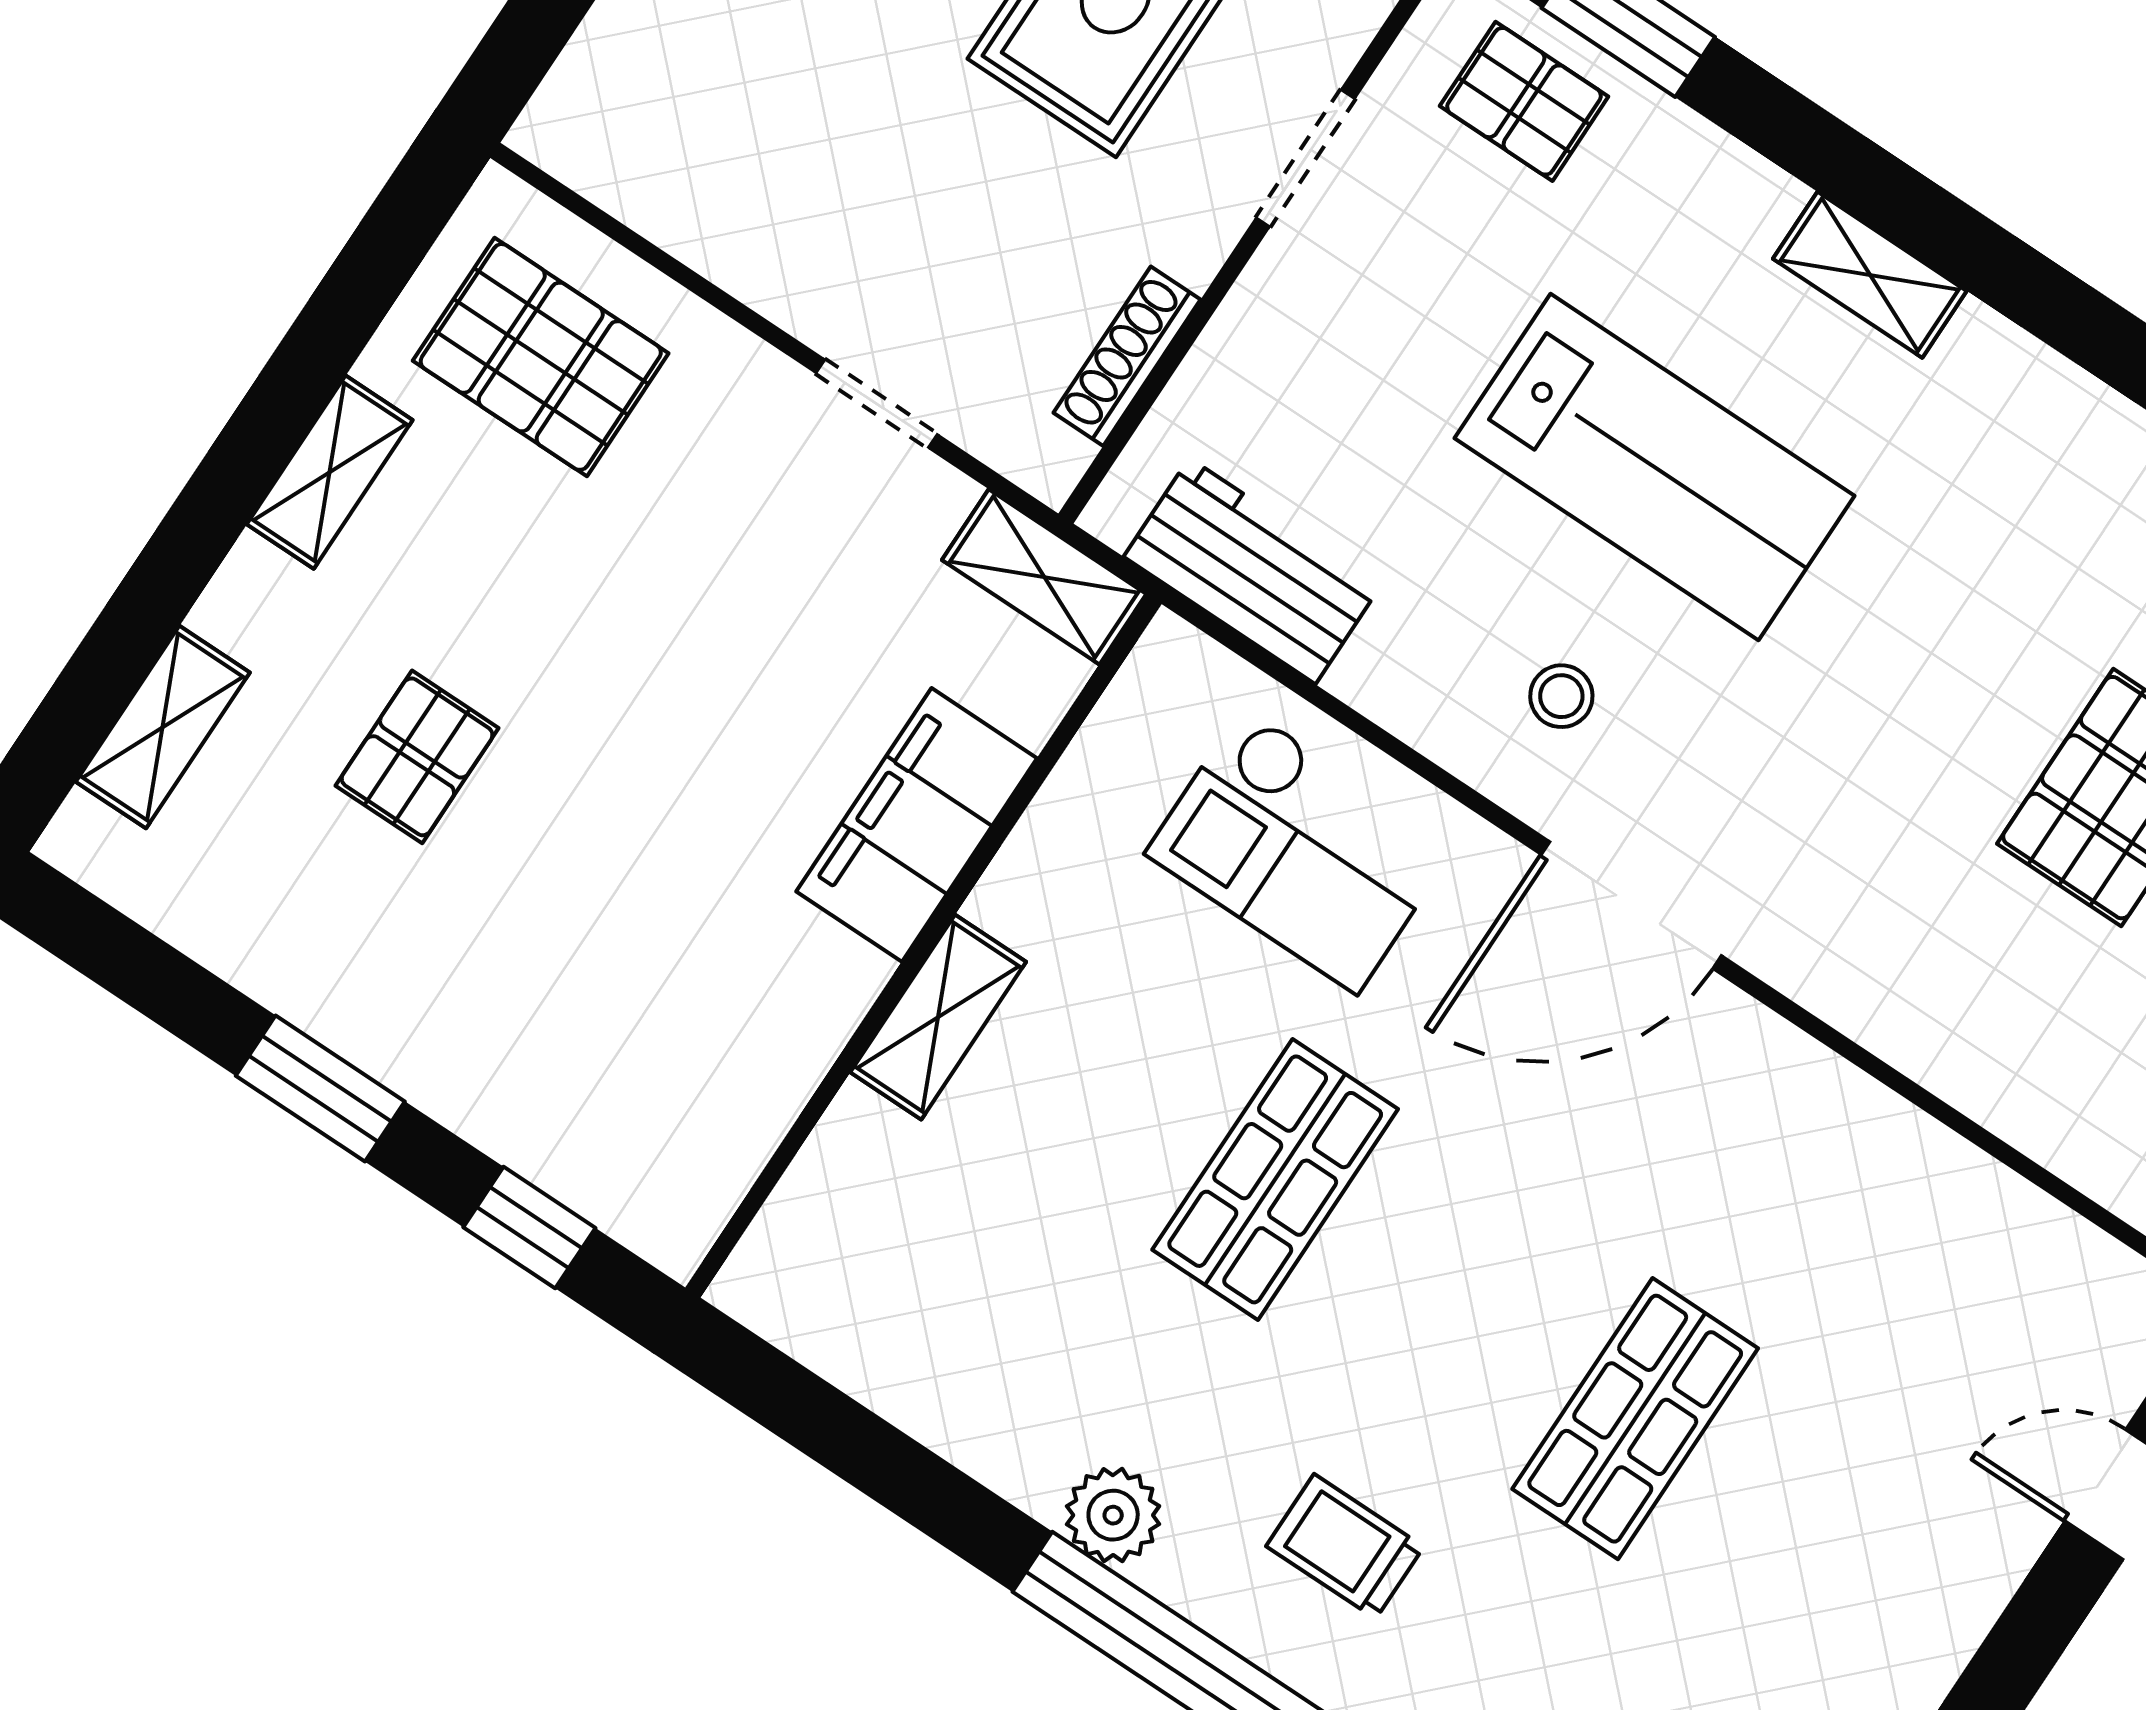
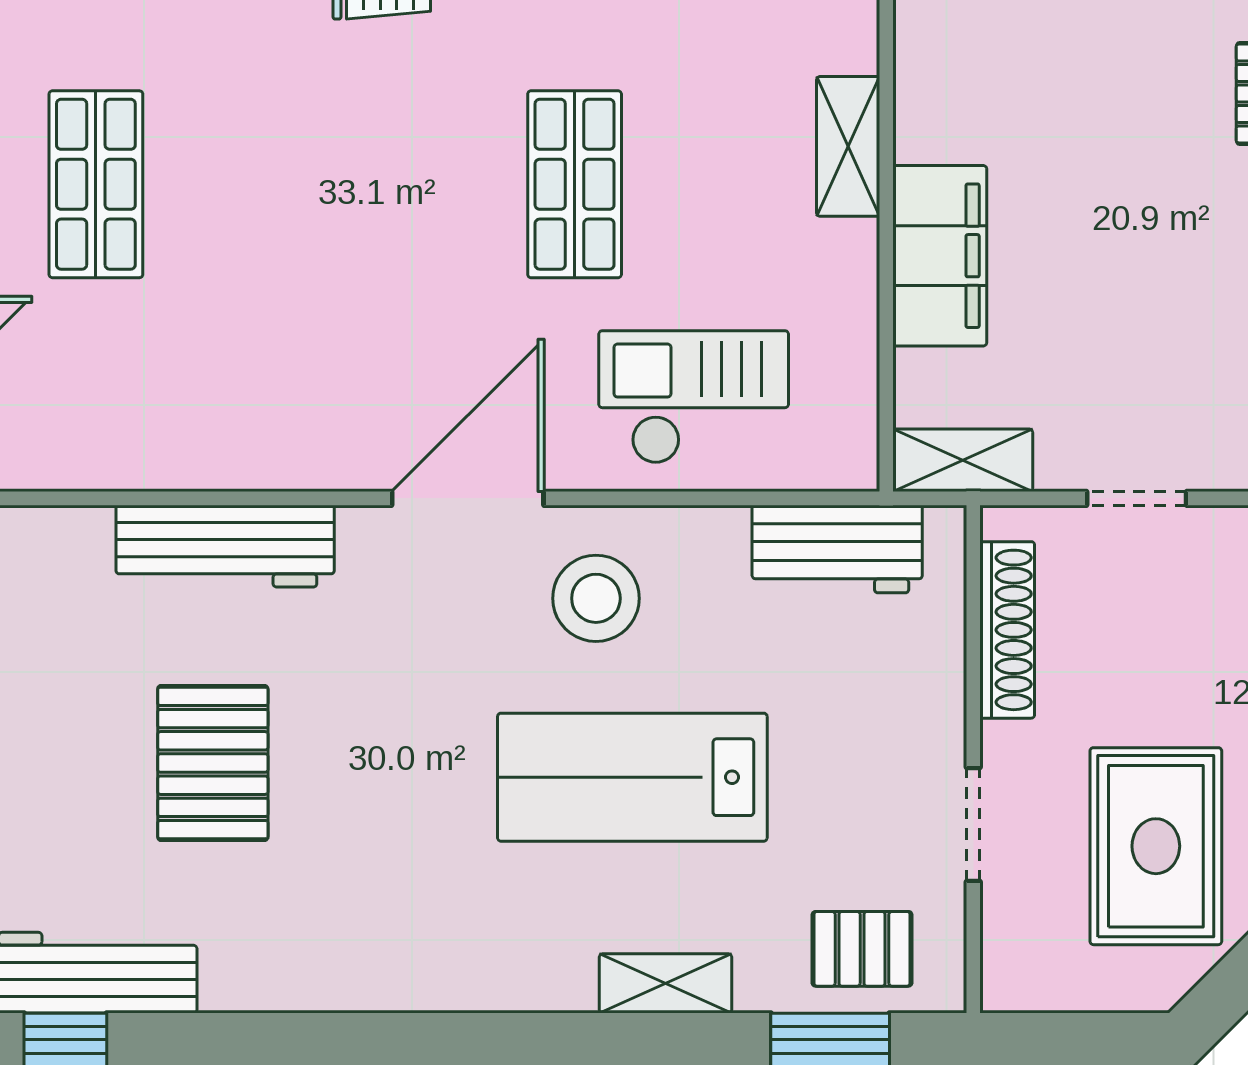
shelving: (1870, 275) -> (666, 983), moved
shoe rack: (1127, 356) -> (1007, 630), width x1.36, depth x1.24
stool: (1561, 696) -> (596, 598), width x1.89, depth x1.89
workbench: (1941, 1033) -> (225, 546), added
shop shelf: (1635, 1419) -> (96, 184), moved

